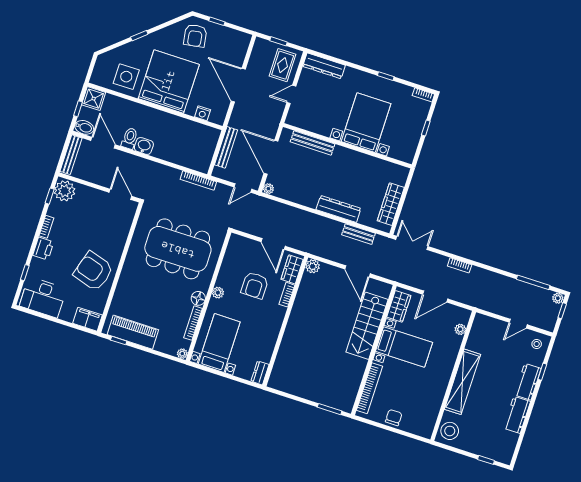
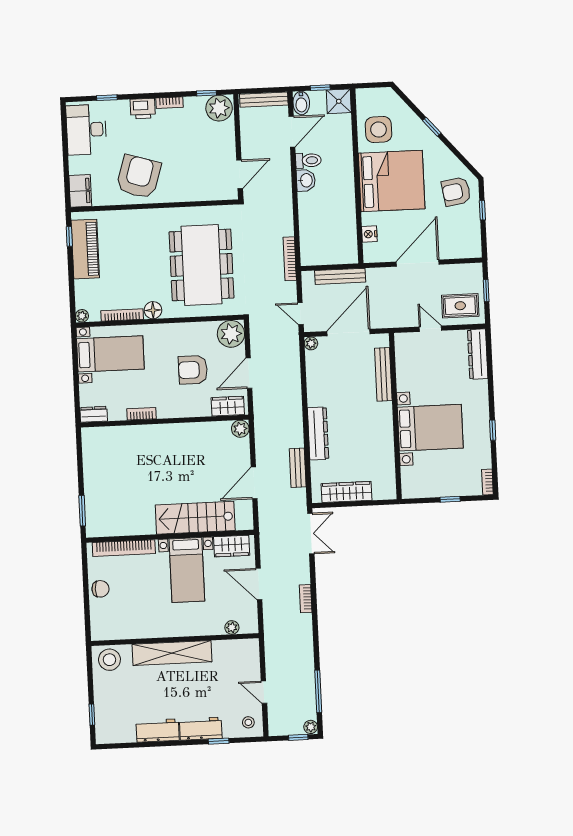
plant: (218, 293) -> (231, 334), moved, width x1.88, depth x1.88
bookcase: (287, 295) -> (142, 414), moved

